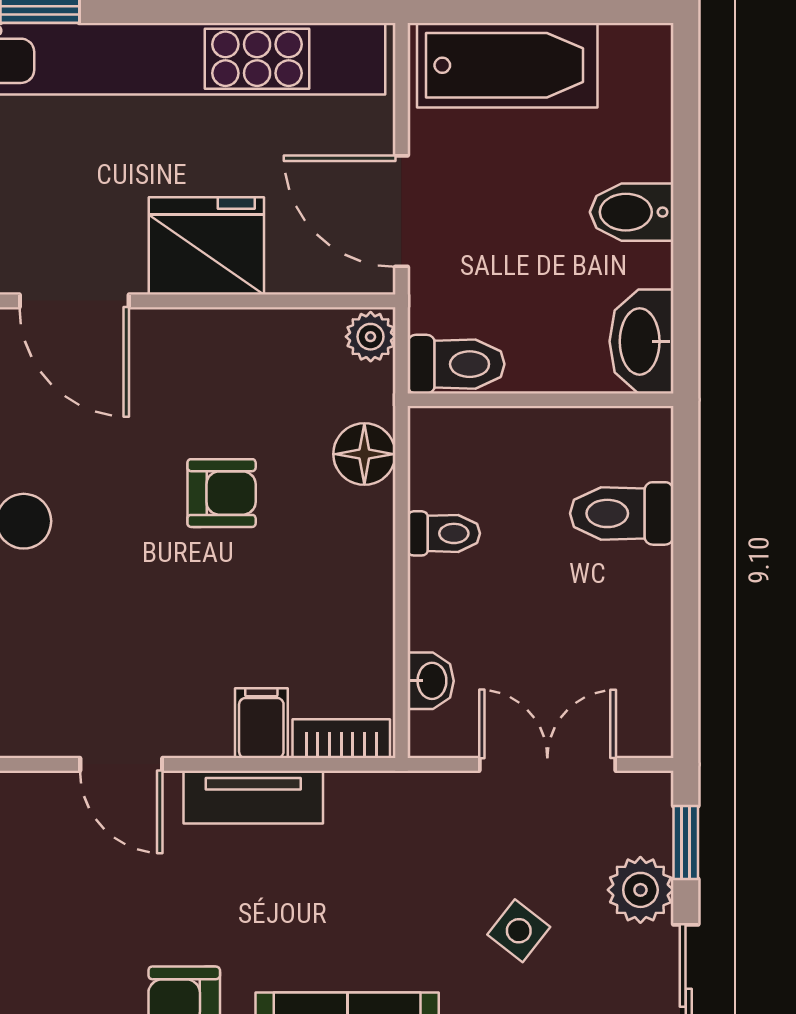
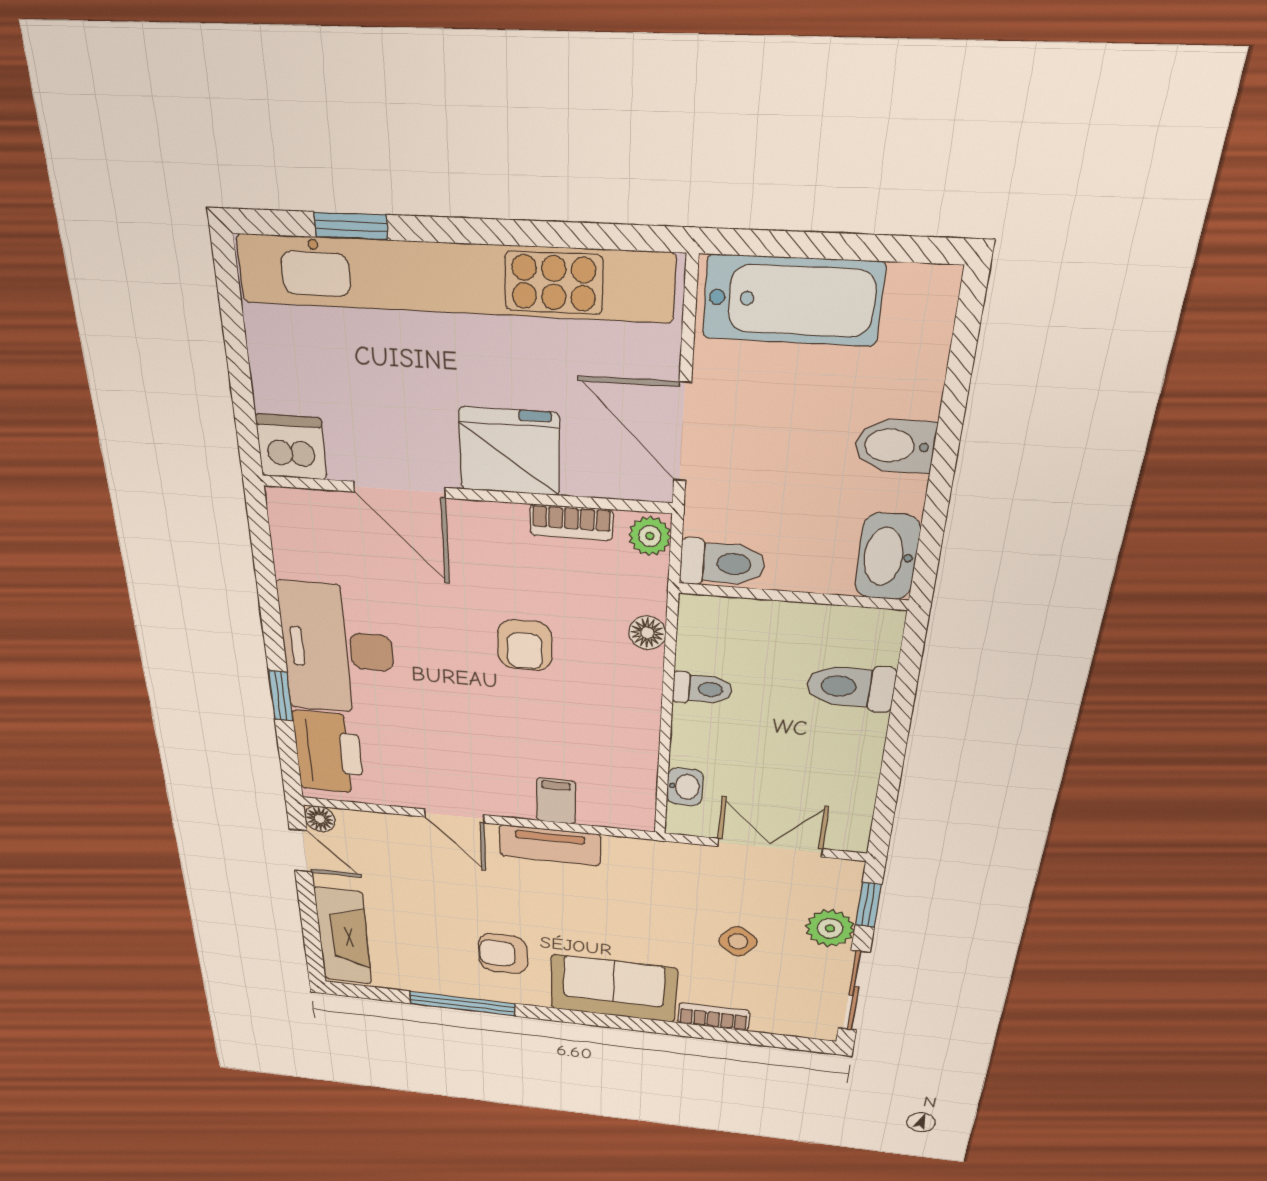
floor lamp: (364, 454) -> (647, 633), width x0.73, depth x0.73
armchair: (222, 493) -> (525, 645), turned 90
bookcase: (341, 739) -> (571, 522), moved, turned 180

